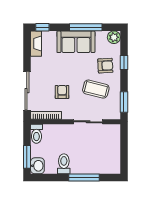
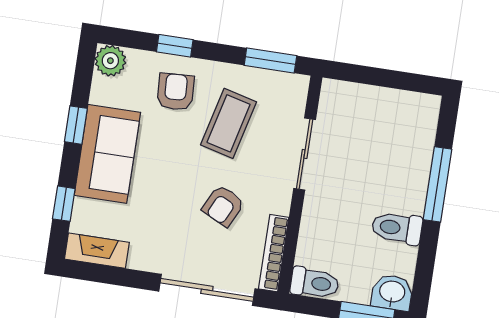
window: (42, 27) -> (64, 204), moved
window: (86, 27) -> (76, 125), width x0.46
armchair: (62, 92) -> (223, 206), turned -64

